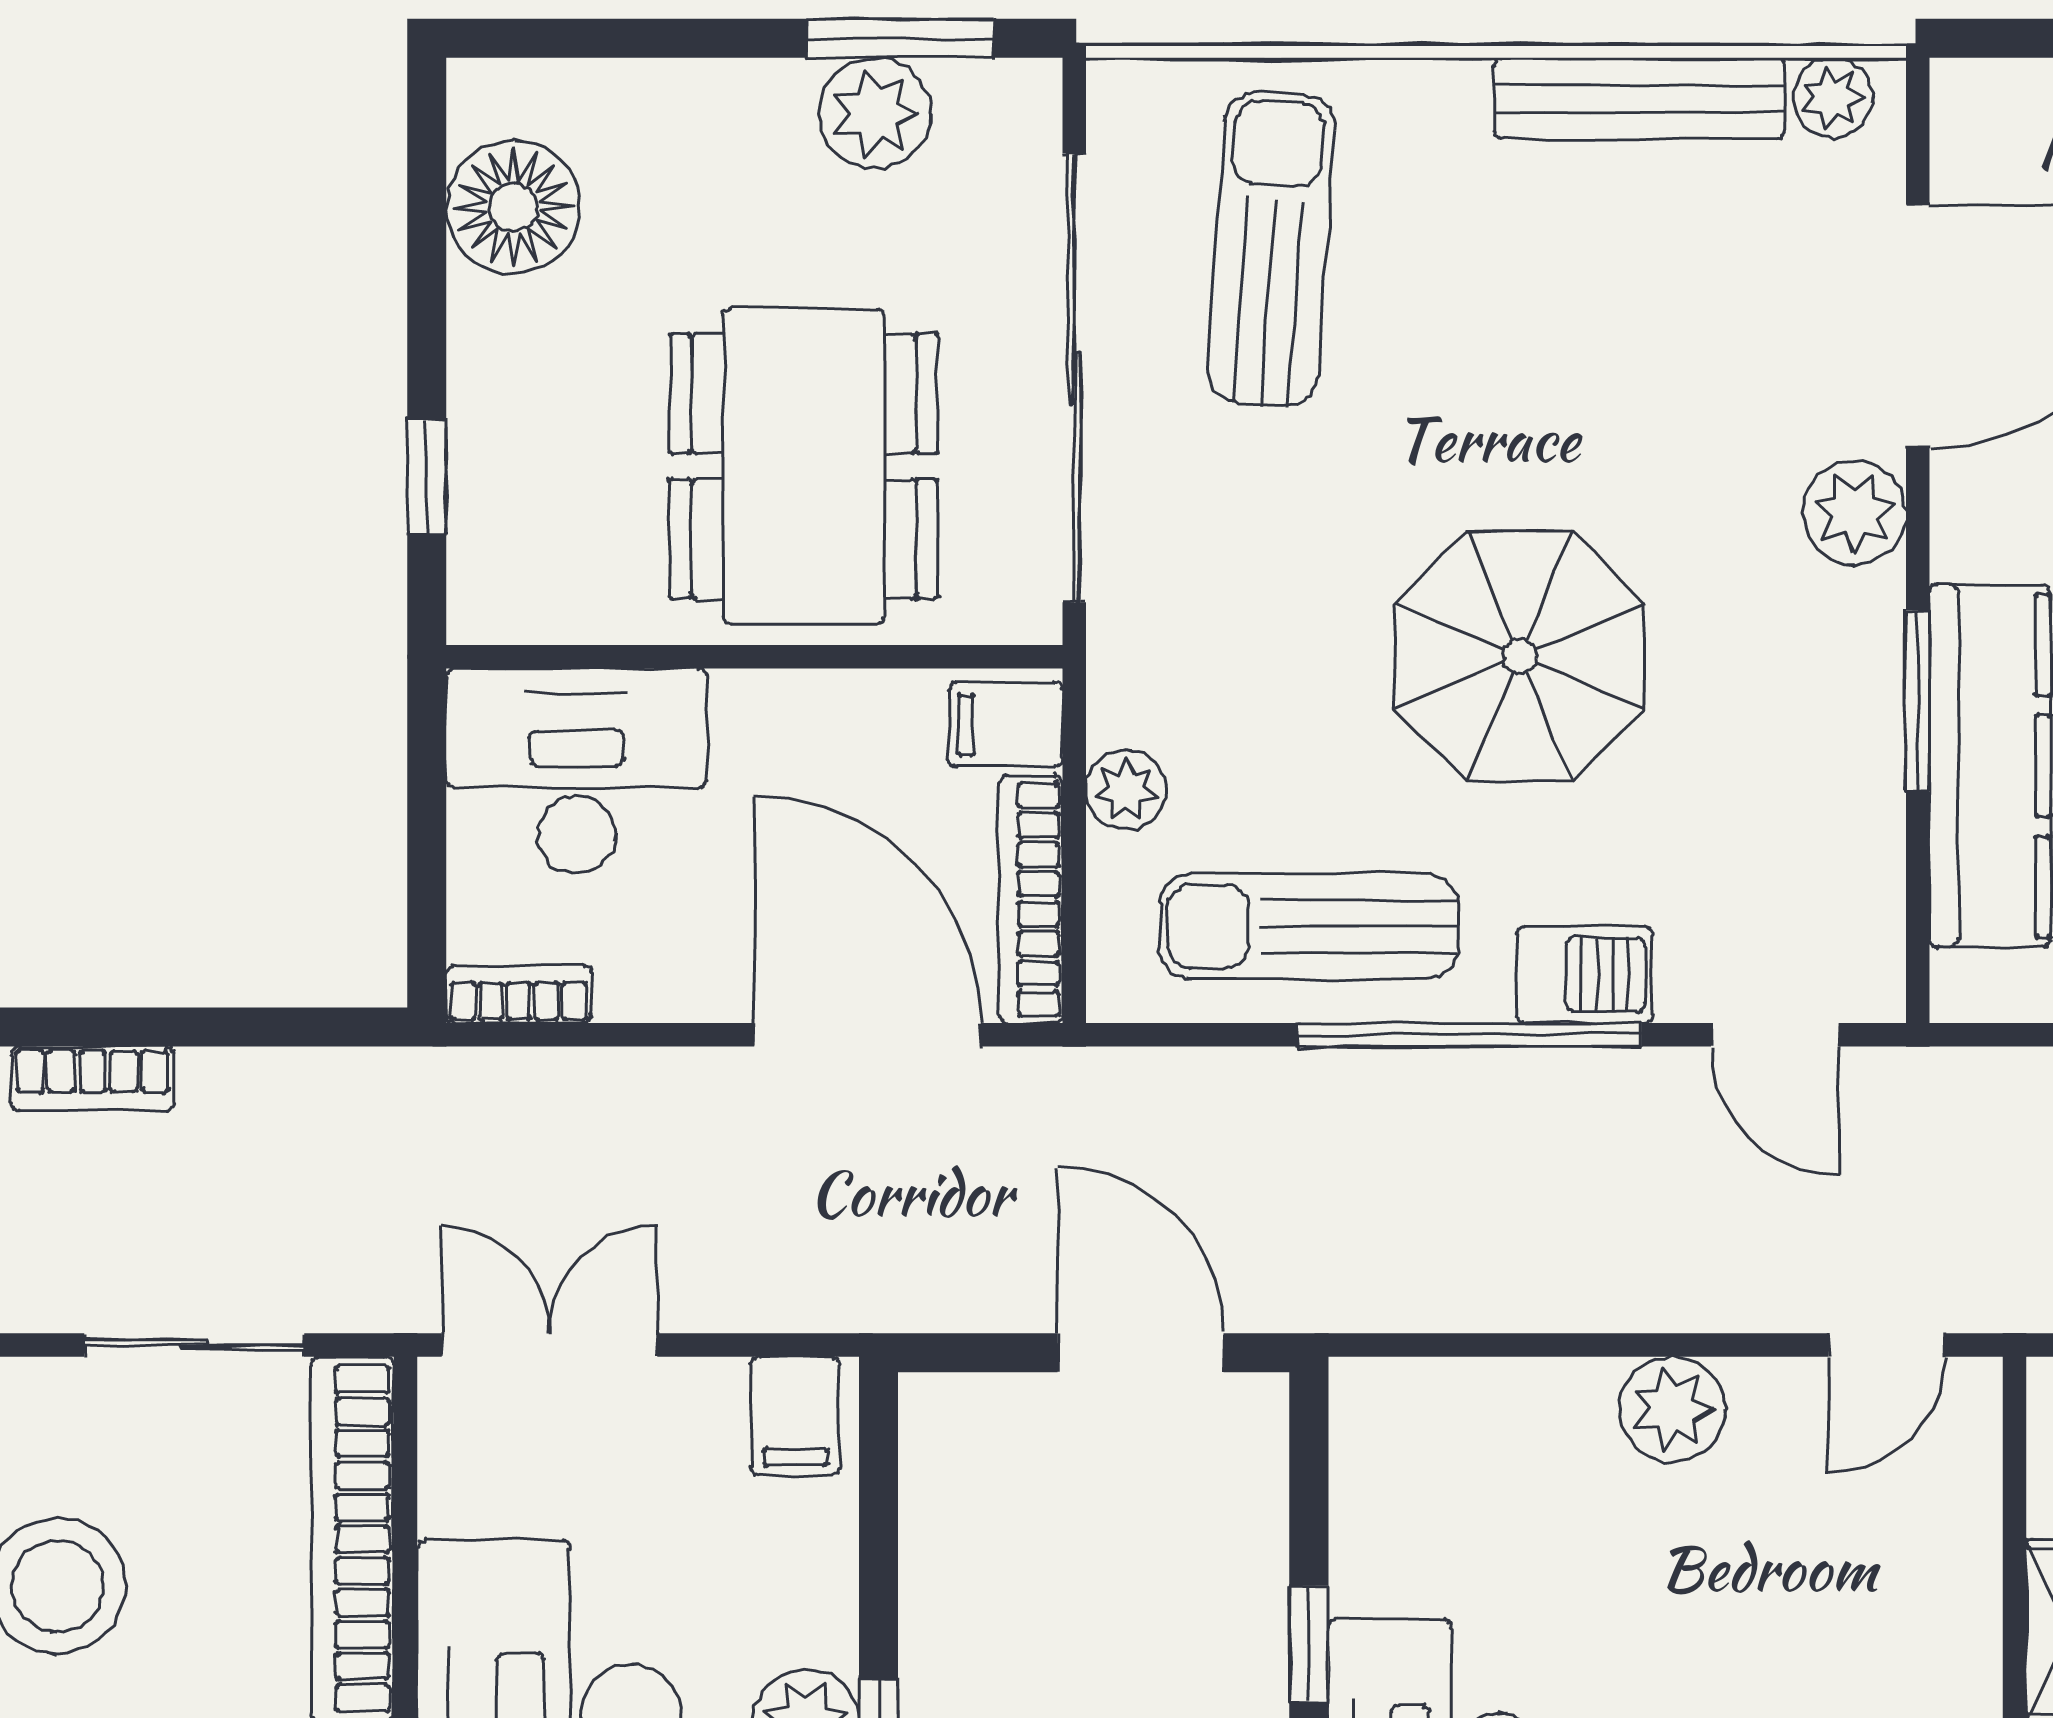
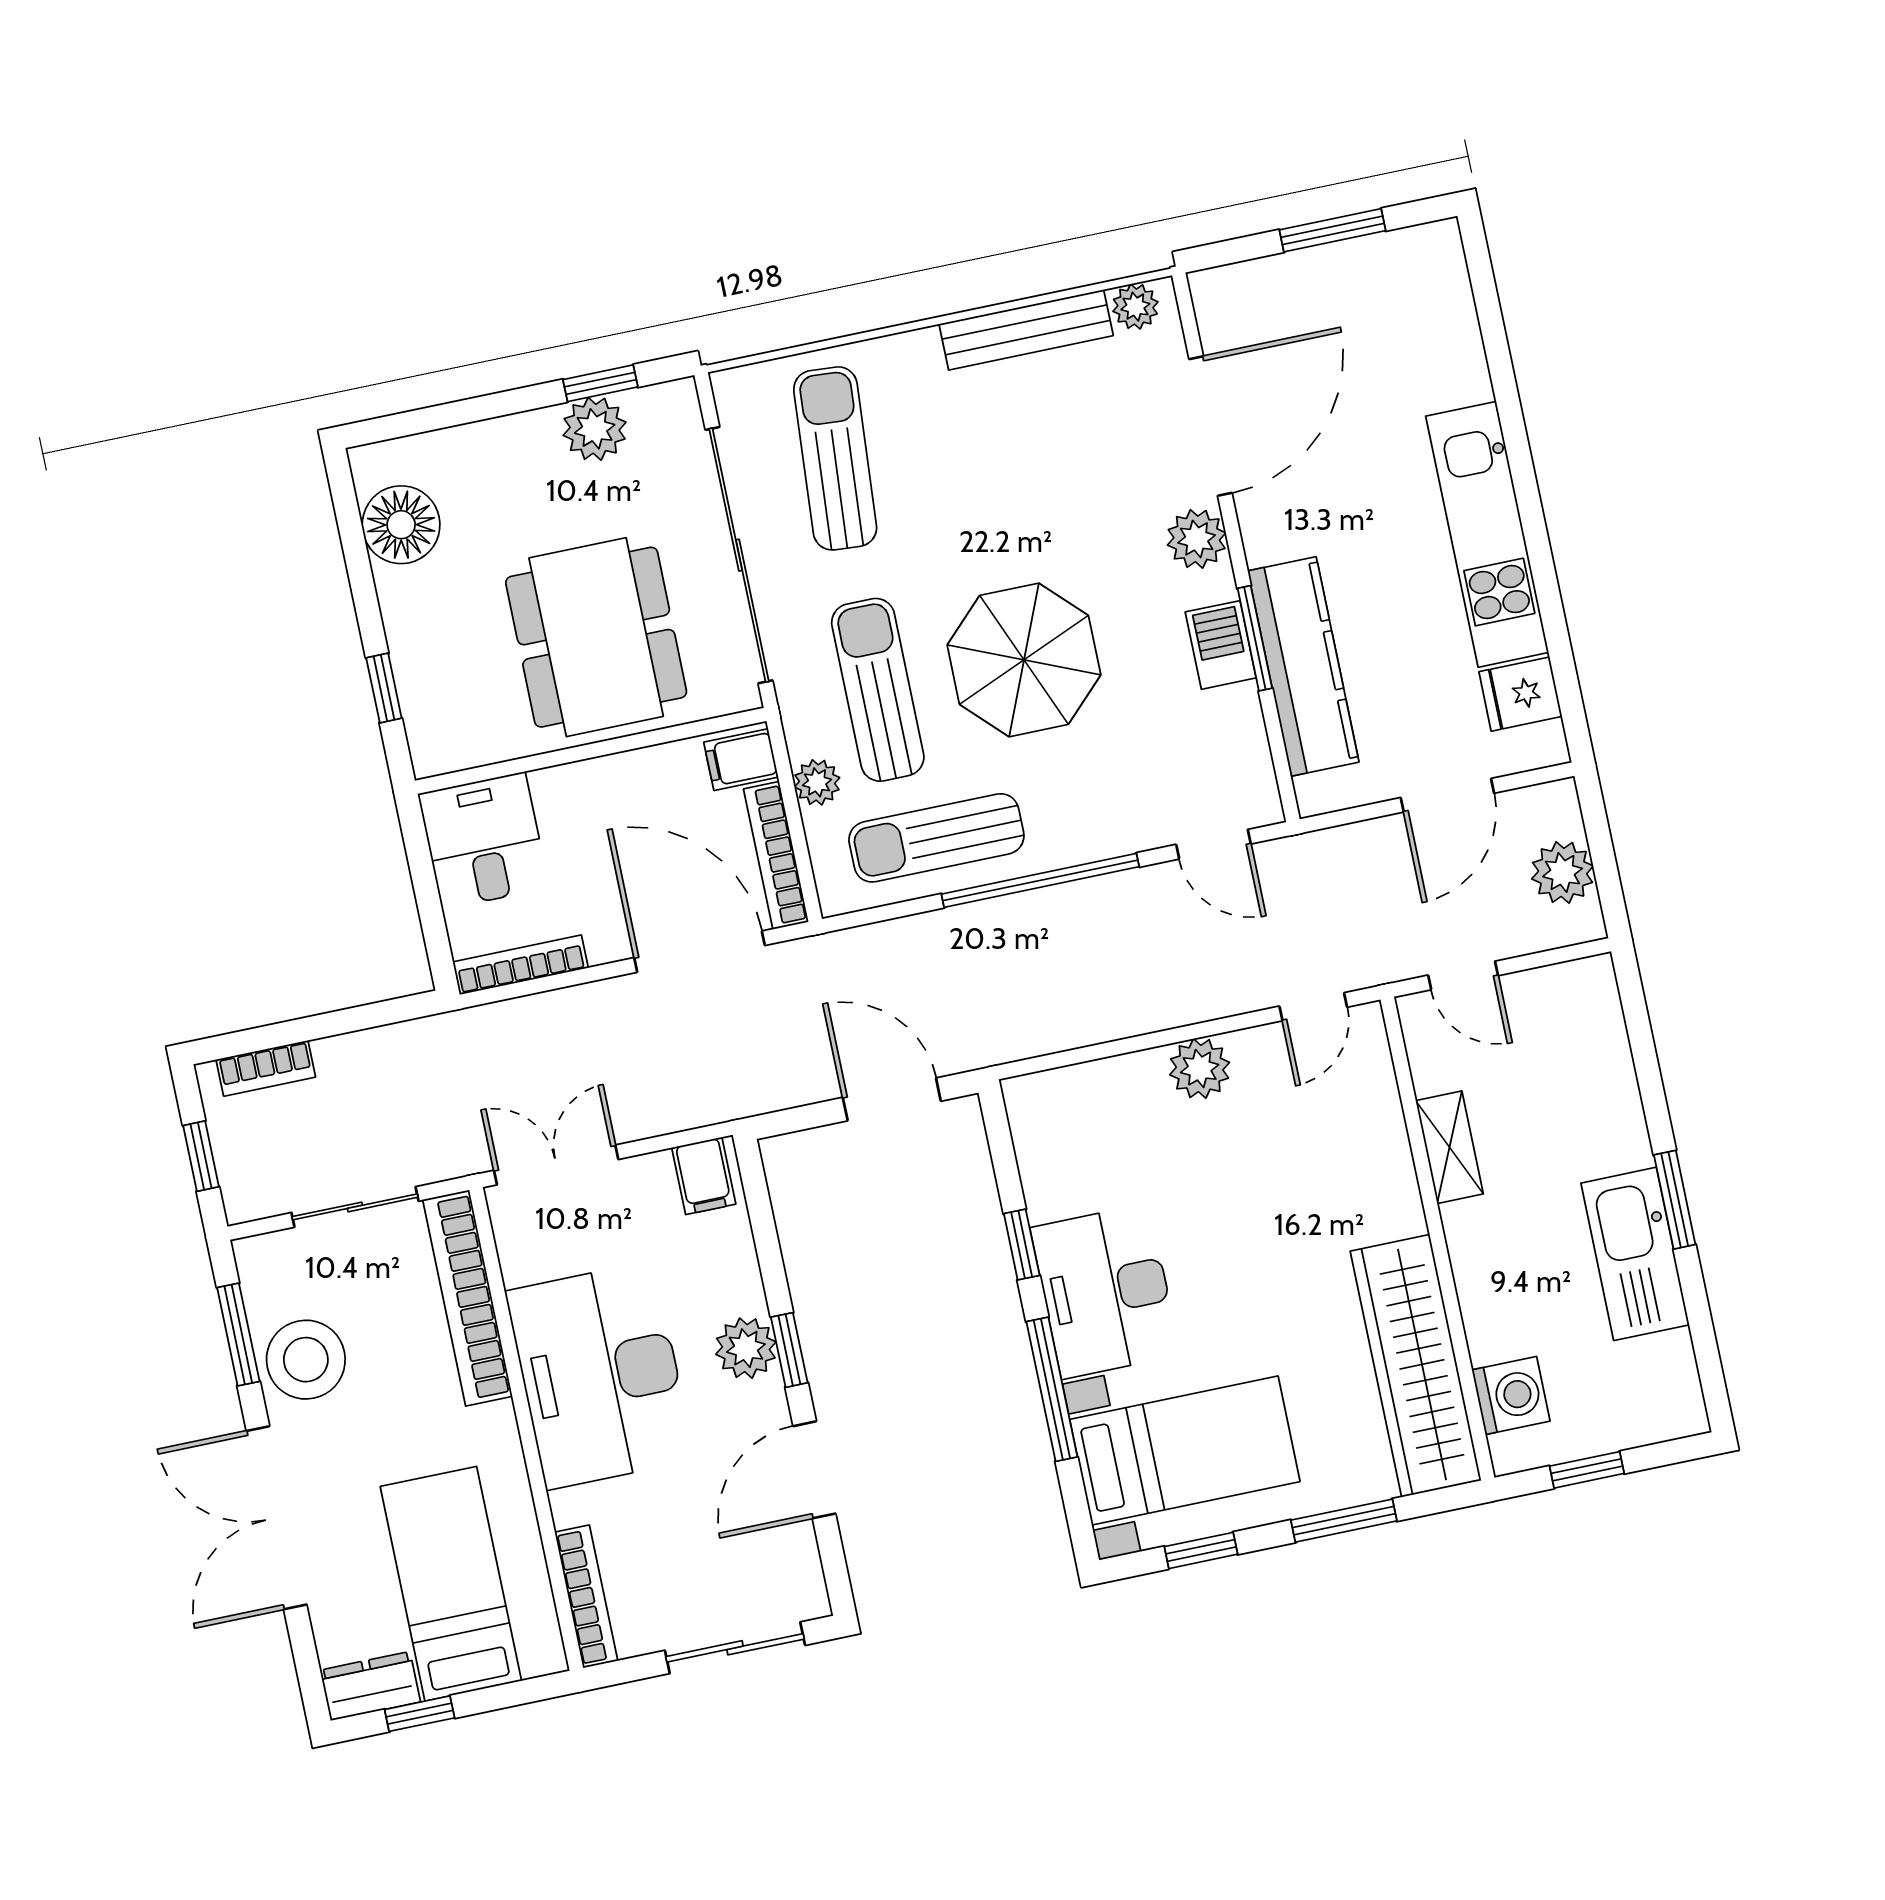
window: (901, 38) -> (600, 383), width x0.67
sun lounger: (1262, 655) -> (878, 690), added
desk: (577, 771) -> (484, 841), width x0.73
barbecue: (1585, 975) -> (1221, 645), moved, turned -90
bookcase: (519, 994) -> (520, 965), width x1.56

